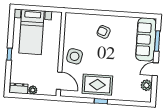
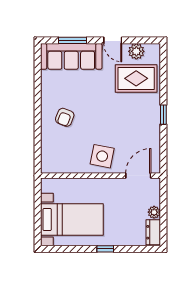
rug: (97, 85) -> (136, 78), moved, turned 90

